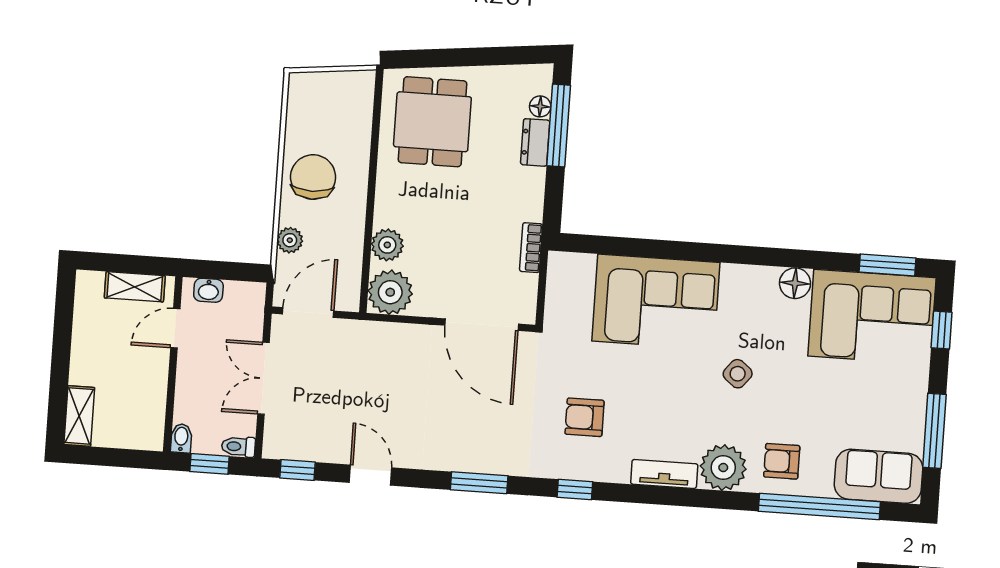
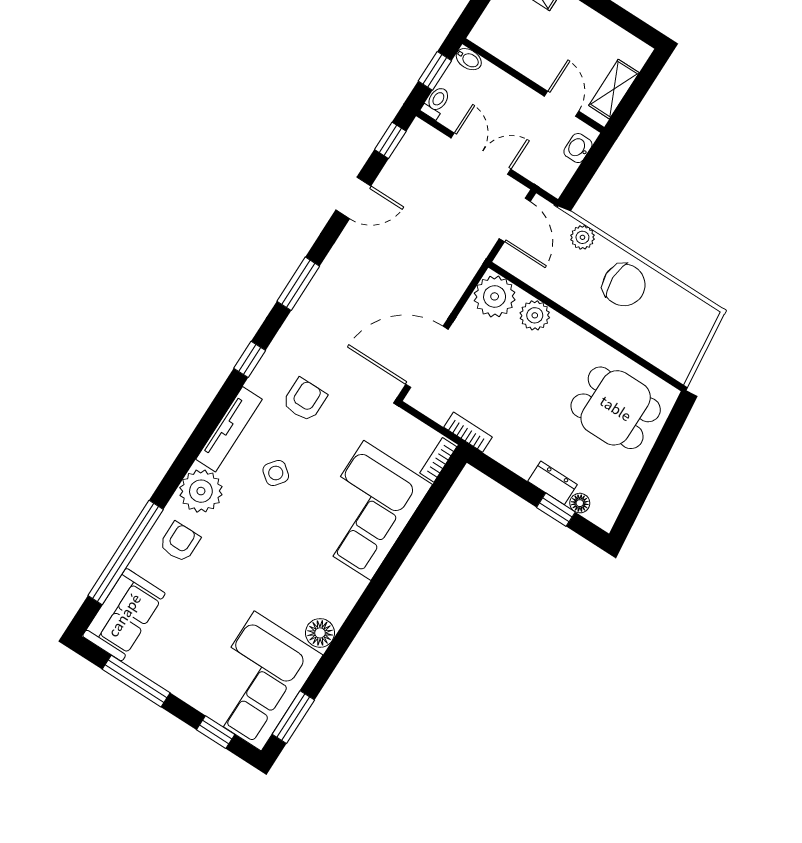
window: (559, 126) -> (556, 510), width x0.46
bookcase: (572, 261) -> (438, 460), added
side table: (738, 374) -> (276, 473), moved
tv unit: (664, 474) -> (229, 429), width x1.41

